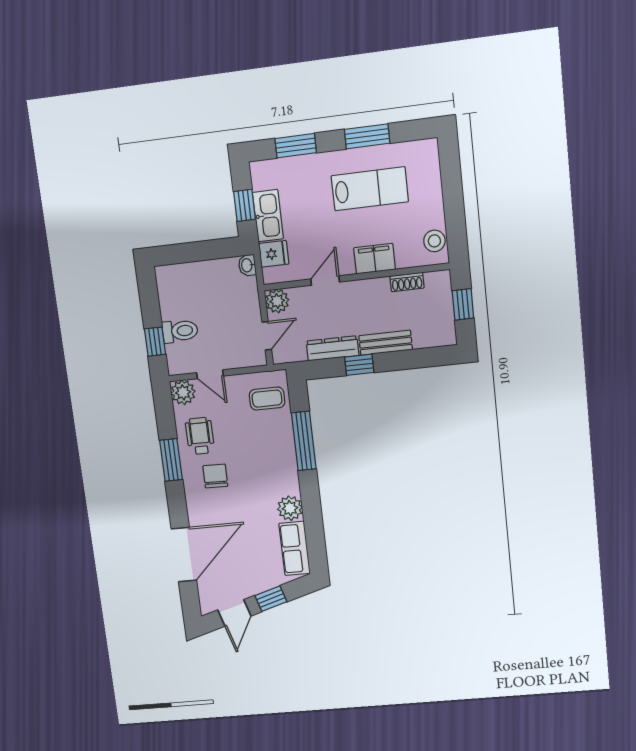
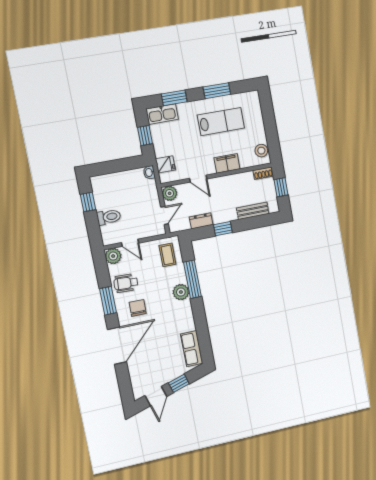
kitchen sink: (268, 216) -> (162, 114), moved, turned 90
door: (325, 281) -> (198, 179), swing flipped
shoe rack: (407, 282) -> (263, 173), moved
window: (155, 342) -> (88, 202), moved
bench: (386, 343) -> (253, 211), moved
dresser: (332, 348) -> (201, 221), width x0.70
coffee table: (267, 399) -> (167, 255), turned 90
wheelchair: (200, 436) -> (126, 283), turned -87
plant: (290, 508) -> (181, 292), moved
door: (184, 555) -> (117, 346), moved

